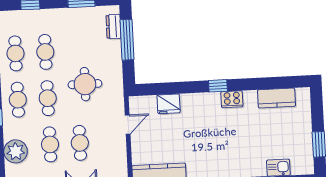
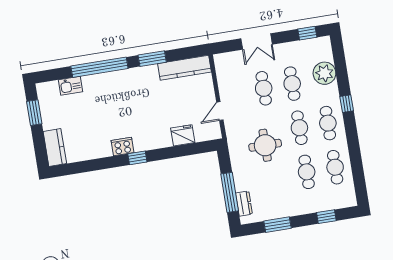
kitchen counter: (277, 98) -> (55, 148), moved, turned 90

